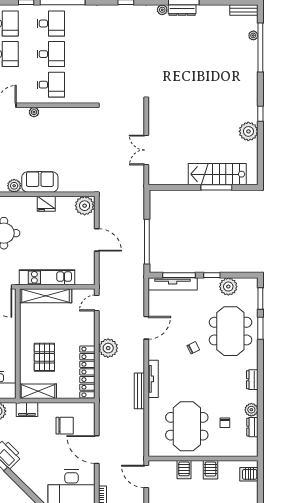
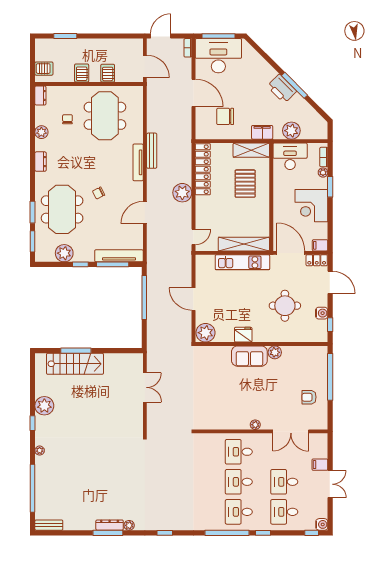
plant: (253, 35) -> (40, 451), moved
dresser: (252, 427) -> (40, 95), moved

